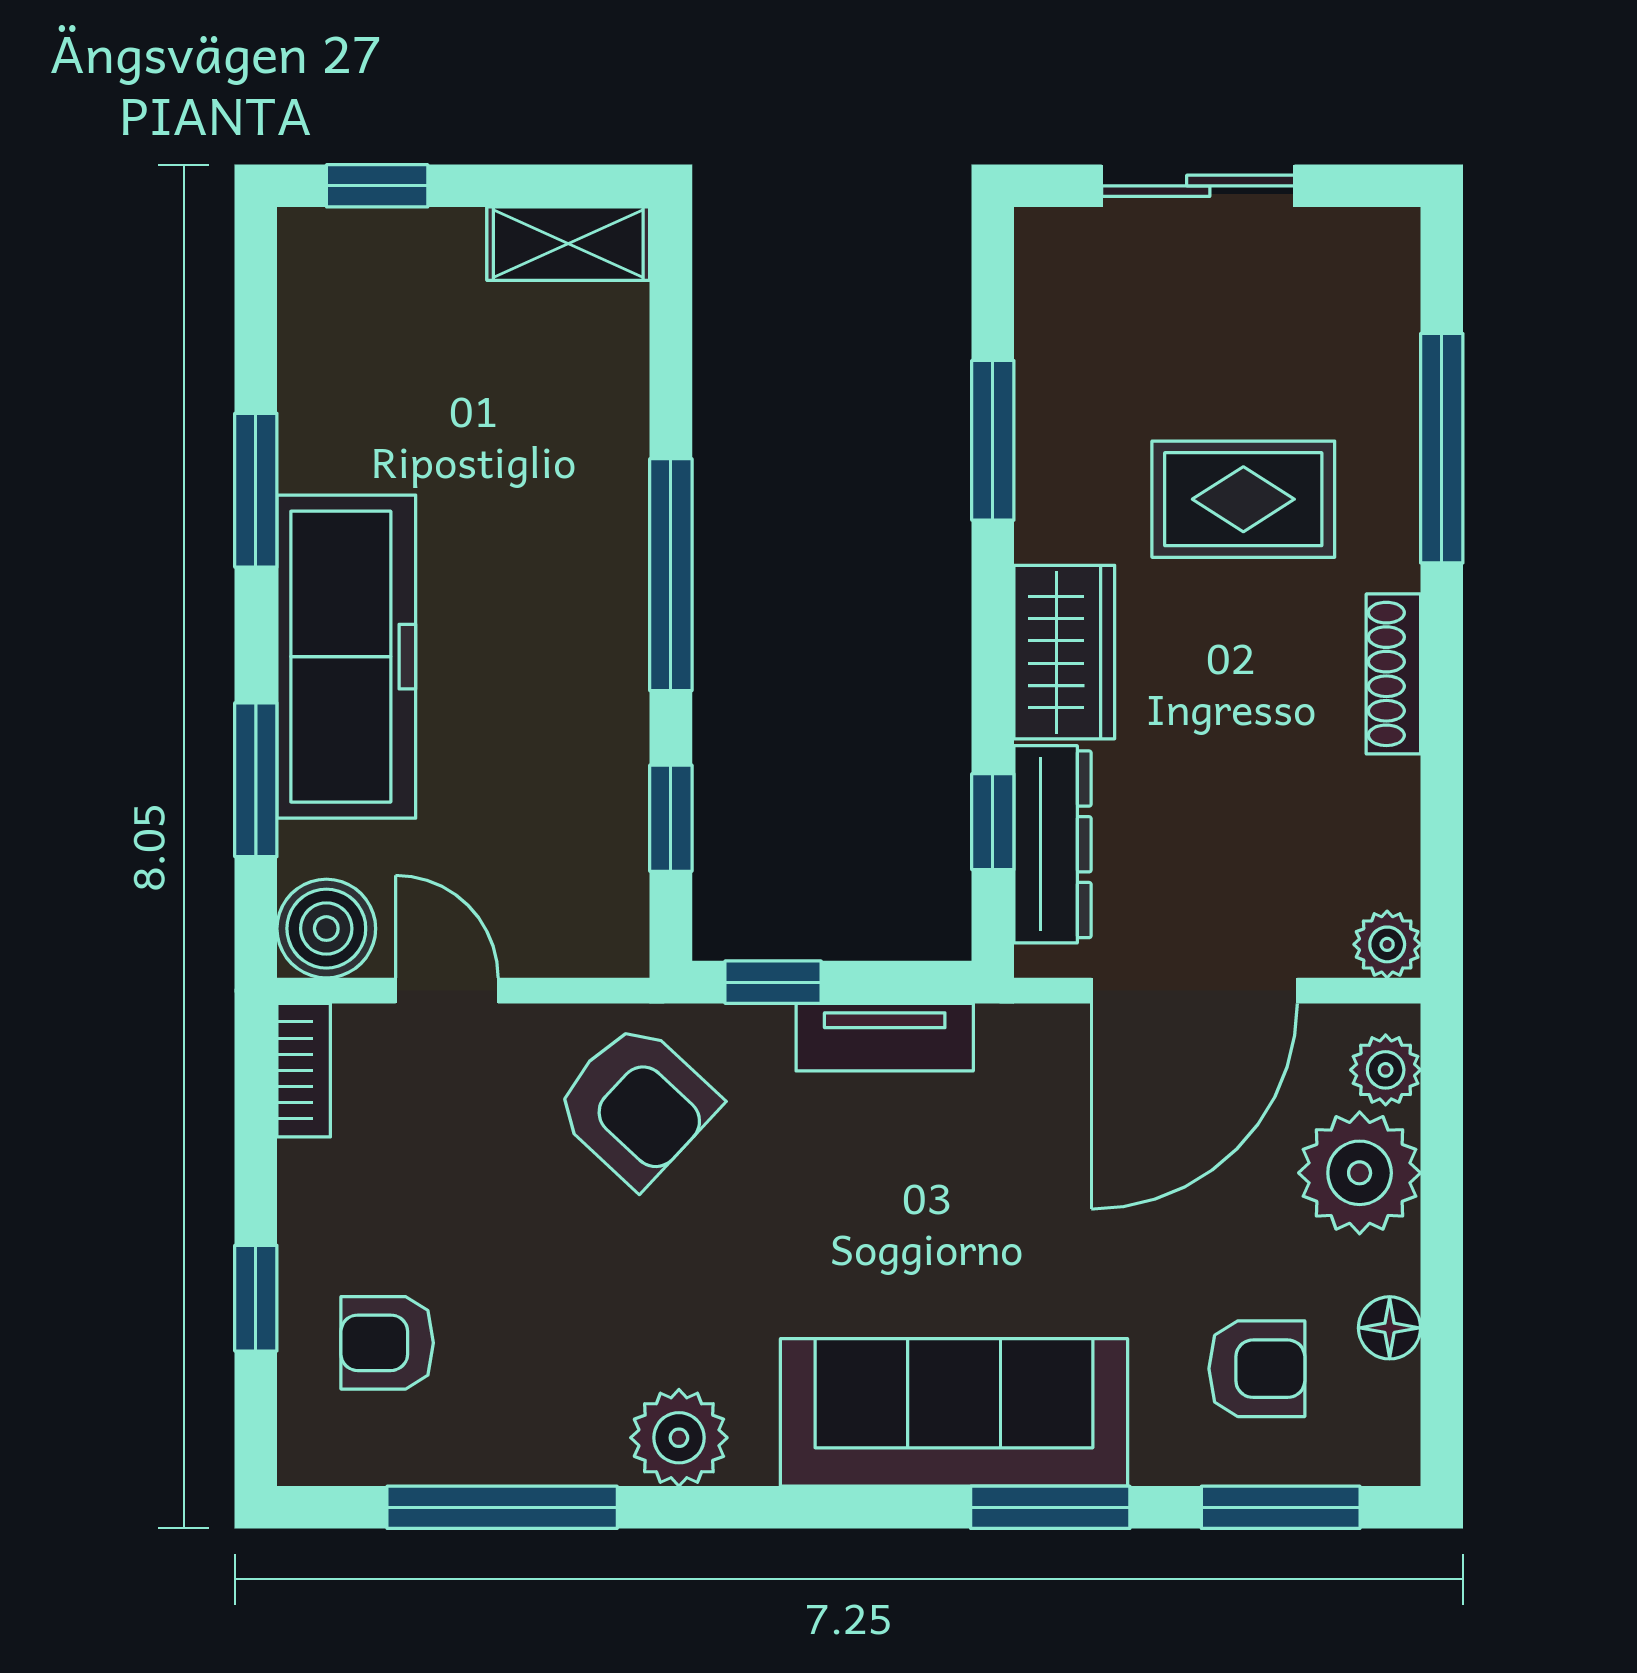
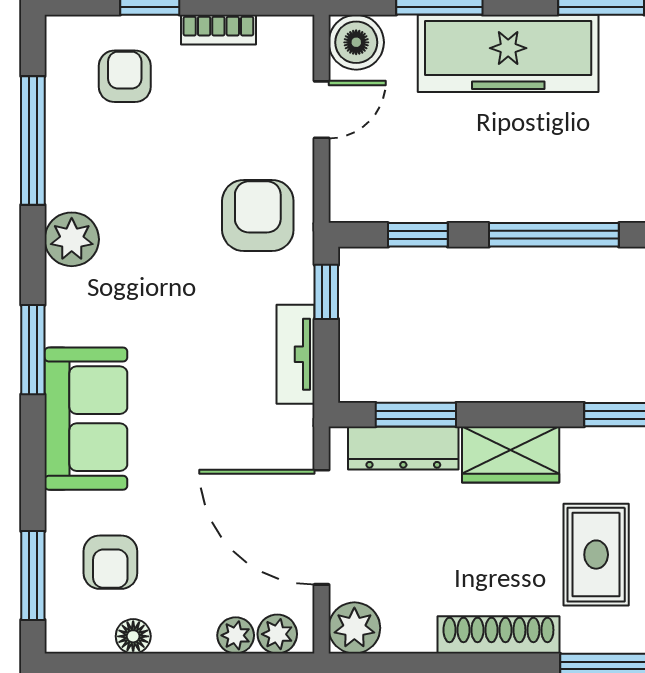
shoe rack: (1393, 674) -> (498, 635), width x1.36, depth x1.24
window: (993, 822) -> (416, 415), width x1.50
plant: (1387, 944) -> (354, 628), width x1.38, depth x1.38
bookcase: (304, 1070) -> (218, 30), moved
armchair: (636, 1105) -> (258, 215), turned 137
plant: (1360, 1173) -> (236, 635), width x0.53, depth x0.53
sofa: (954, 1412) -> (86, 419), width x0.73
window: (1050, 1507) -> (33, 350), moved

